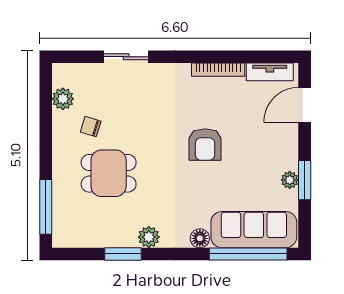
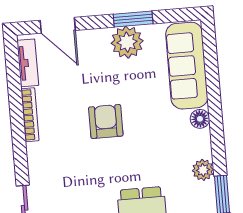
armchair: (205, 145) -> (106, 121), turned -90
plant: (290, 180) -> (127, 42), width x1.87, depth x1.87
window: (248, 254) -> (212, 69), removed

